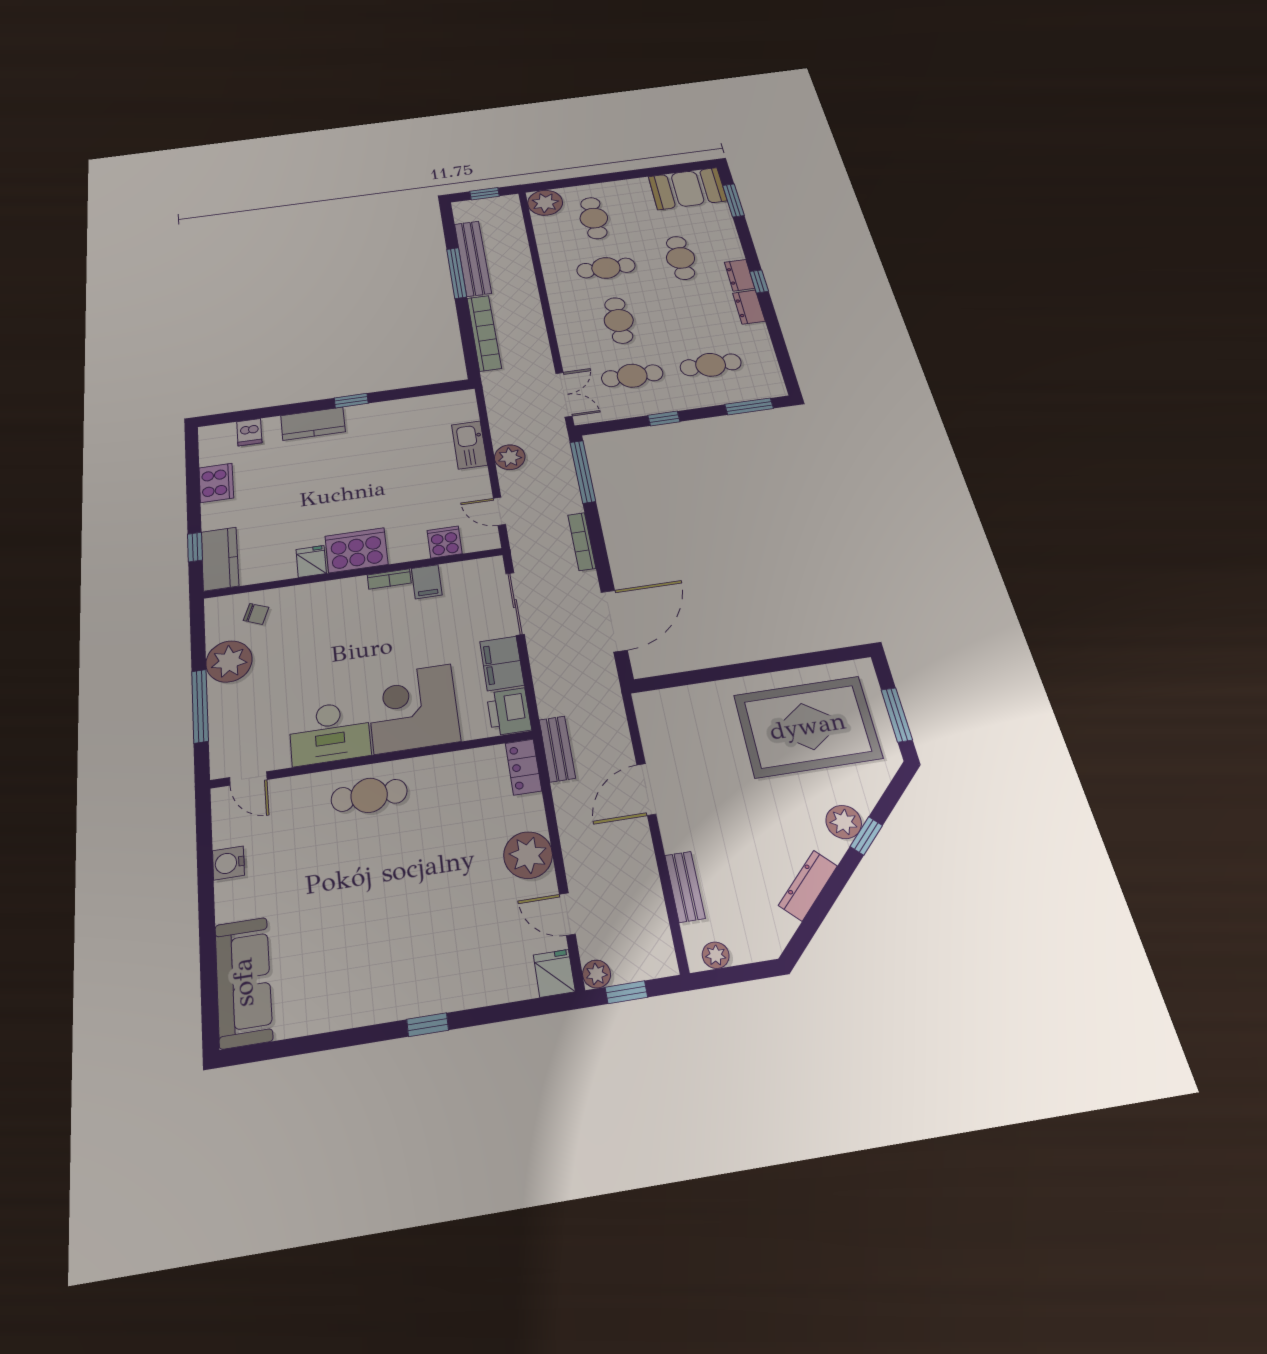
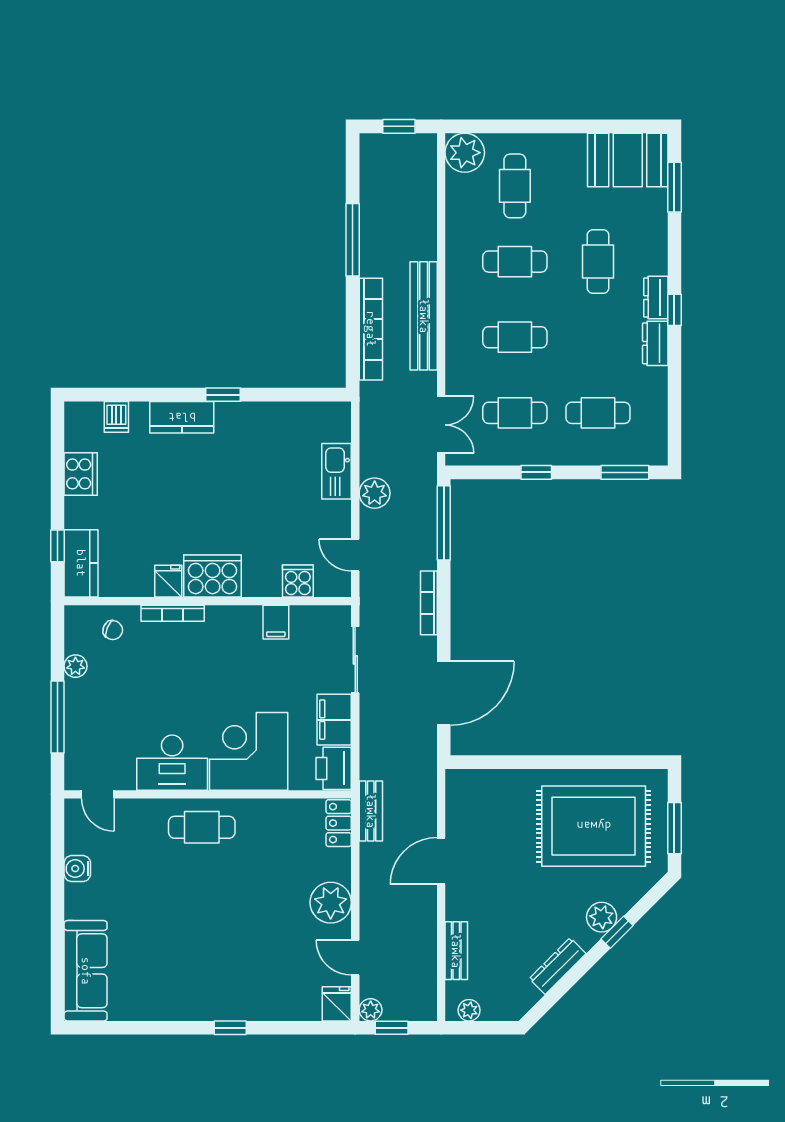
bench: (473, 258) -> (424, 316), moved
cafe table: (619, 320) -> (515, 337), turned 90
bookcase: (389, 579) -> (173, 613), moved, width x1.56
plant: (229, 661) -> (75, 666), width x0.53, depth x0.53

